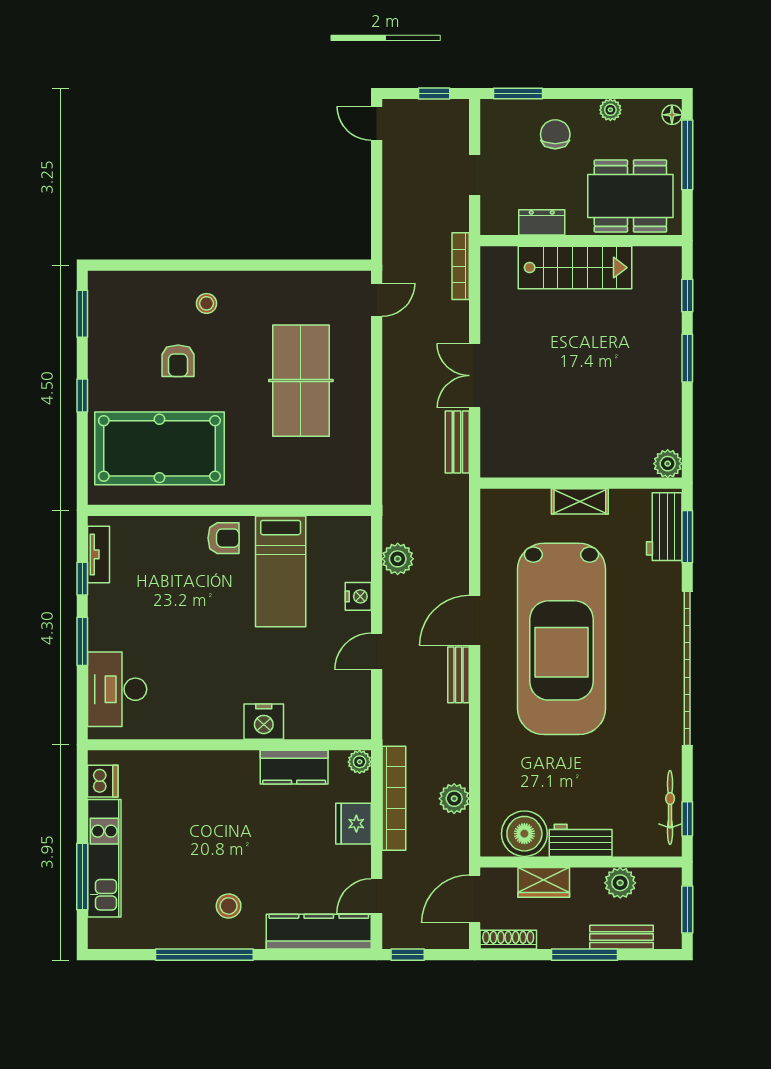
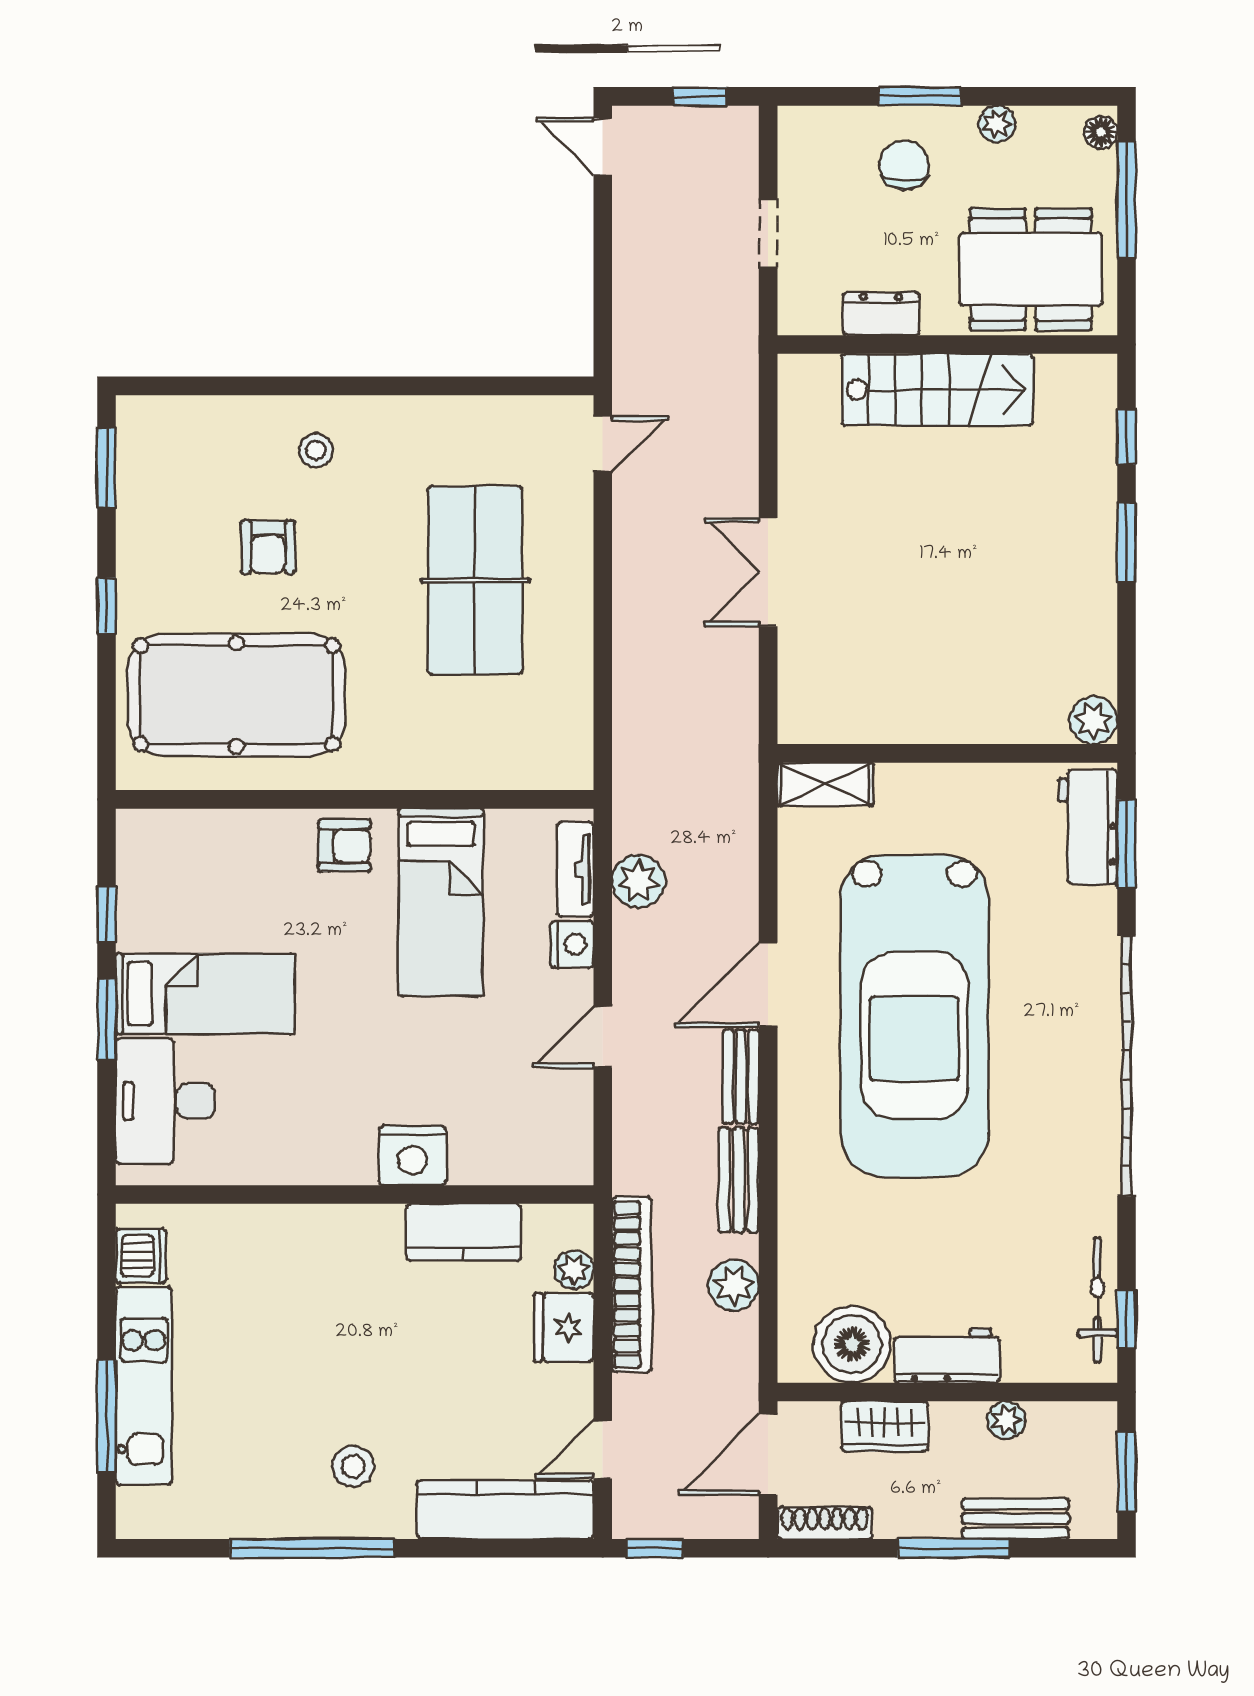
window: (518, 94) -> (920, 96), moved
bookcase: (461, 266) -> (744, 387), removed
bench: (457, 442) -> (739, 1180), moved
shelving: (580, 501) -> (825, 784), moved
tv unit: (99, 554) -> (575, 869), moved, turned 180
bed: (141, 626) -> (205, 994), added
plant: (360, 762) -> (574, 1270), moved
plant: (620, 883) -> (1006, 1420), width x0.73, depth x0.73

